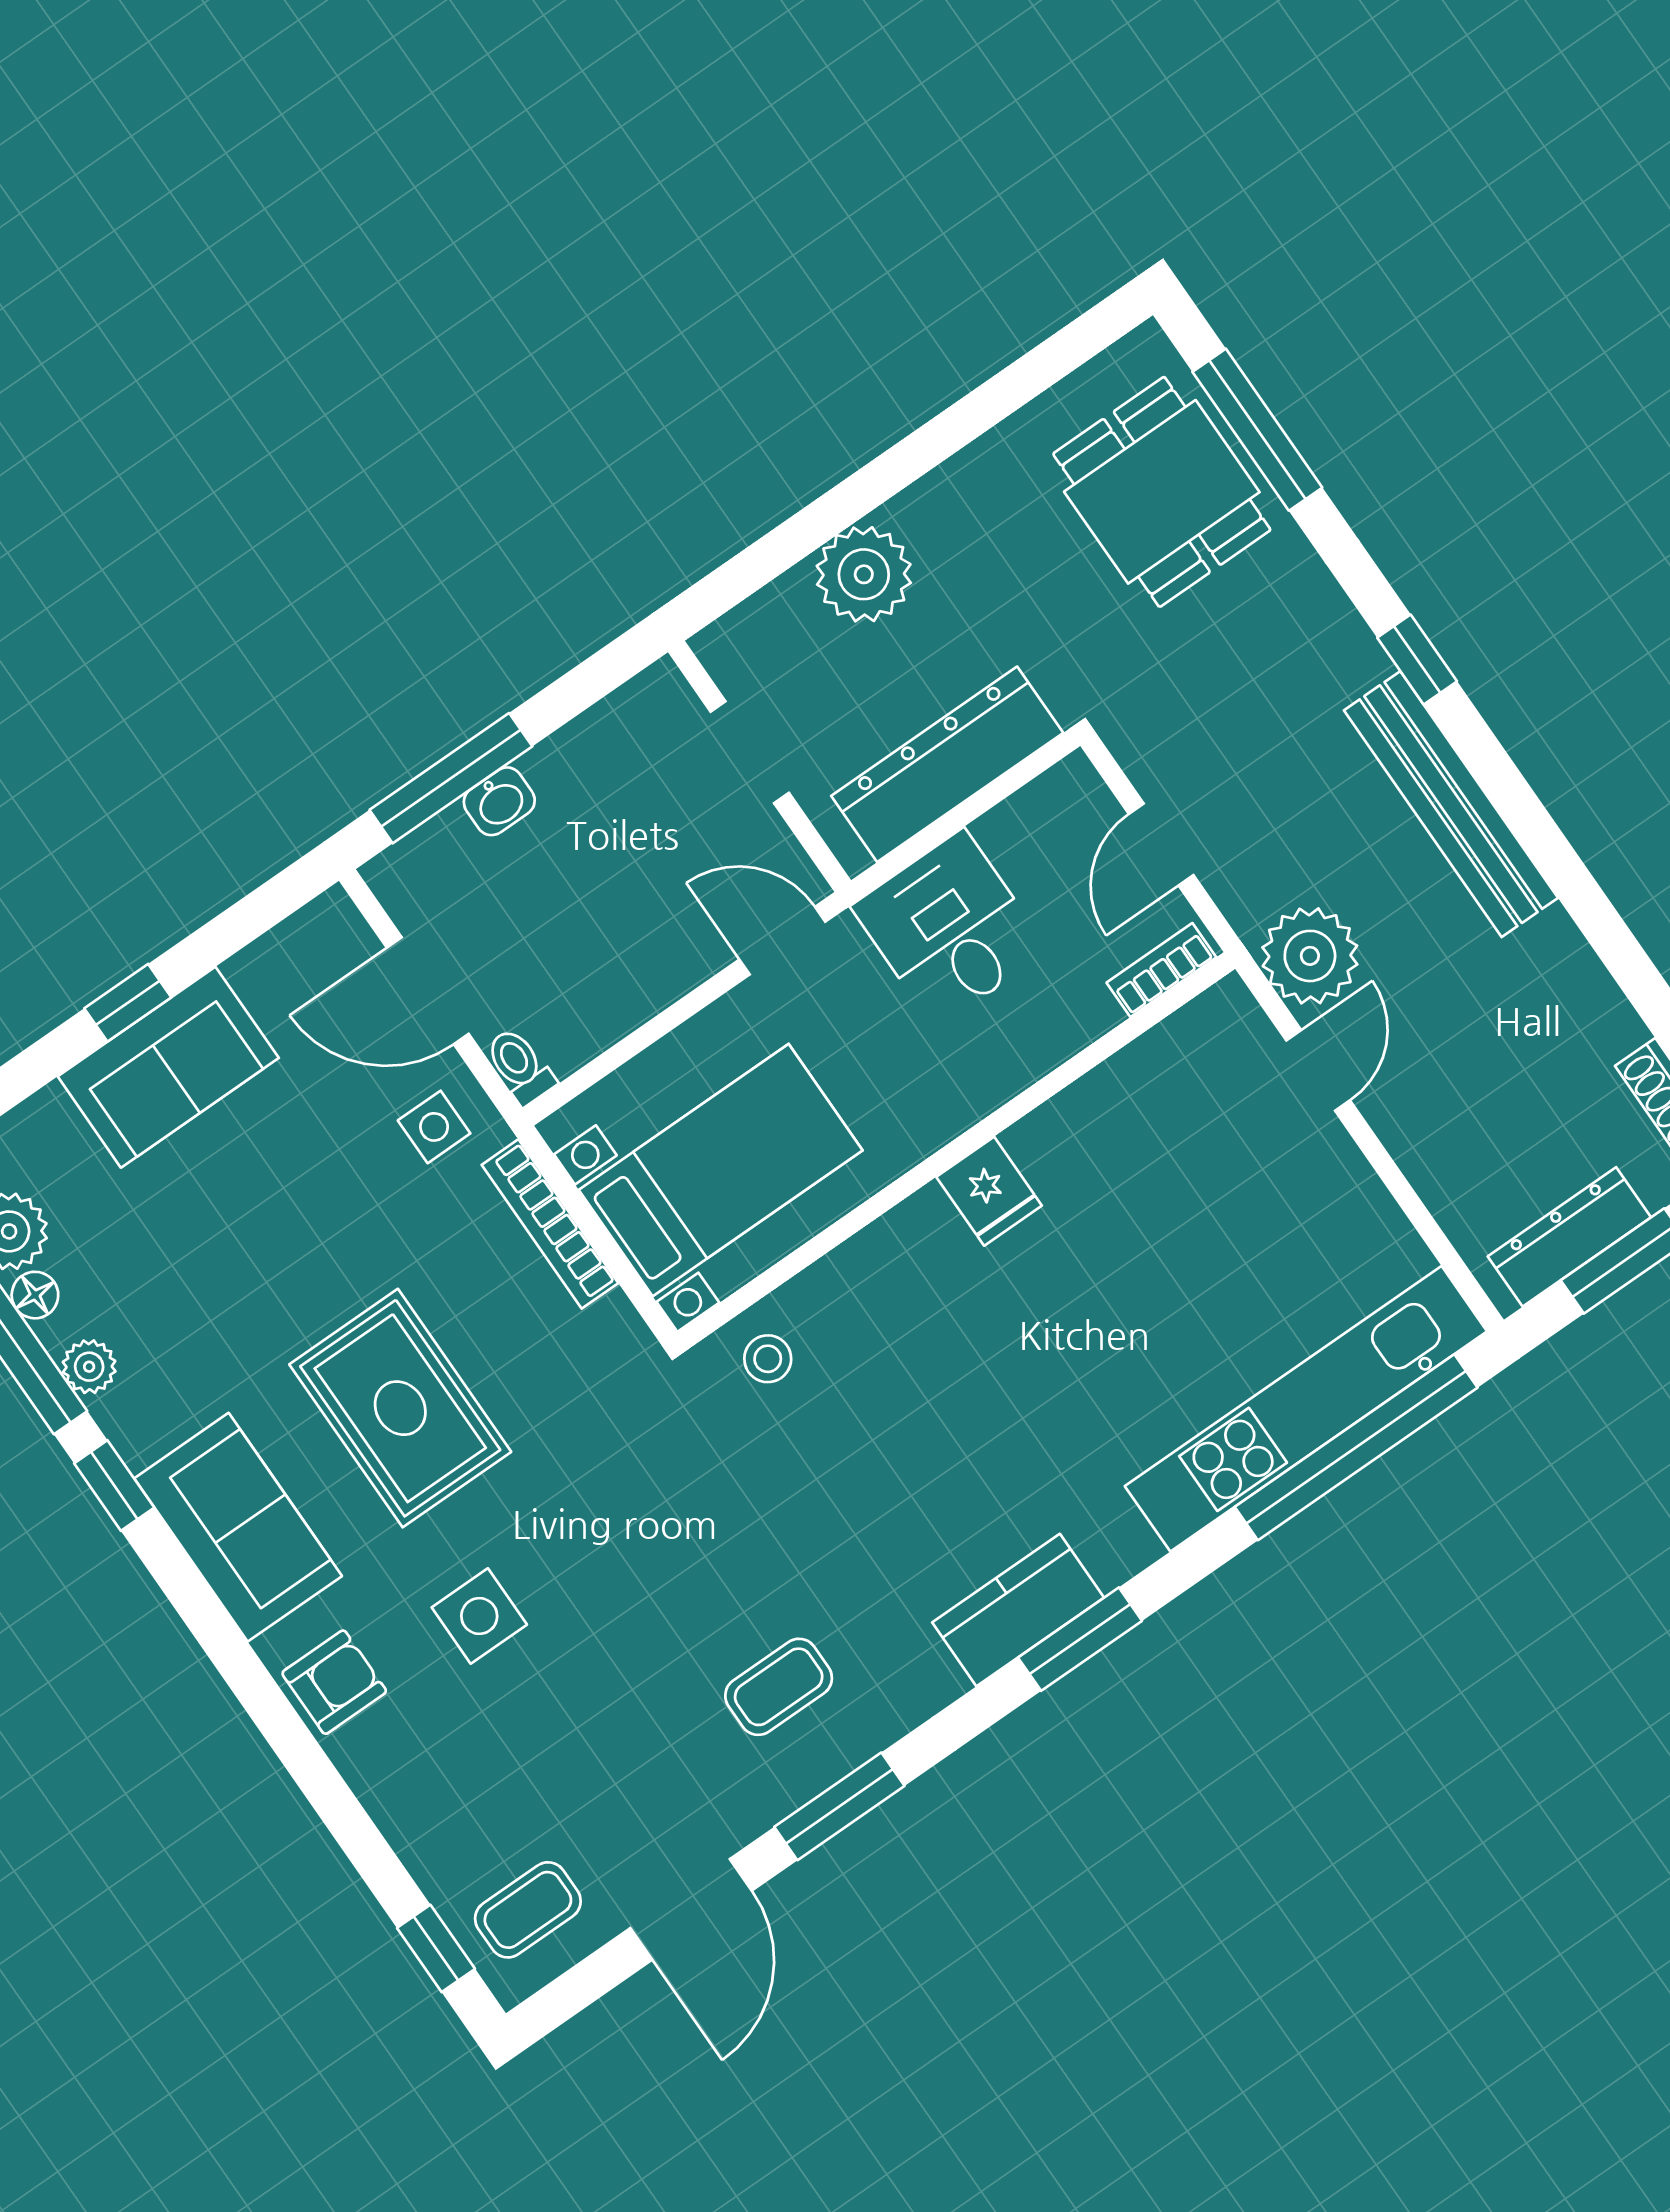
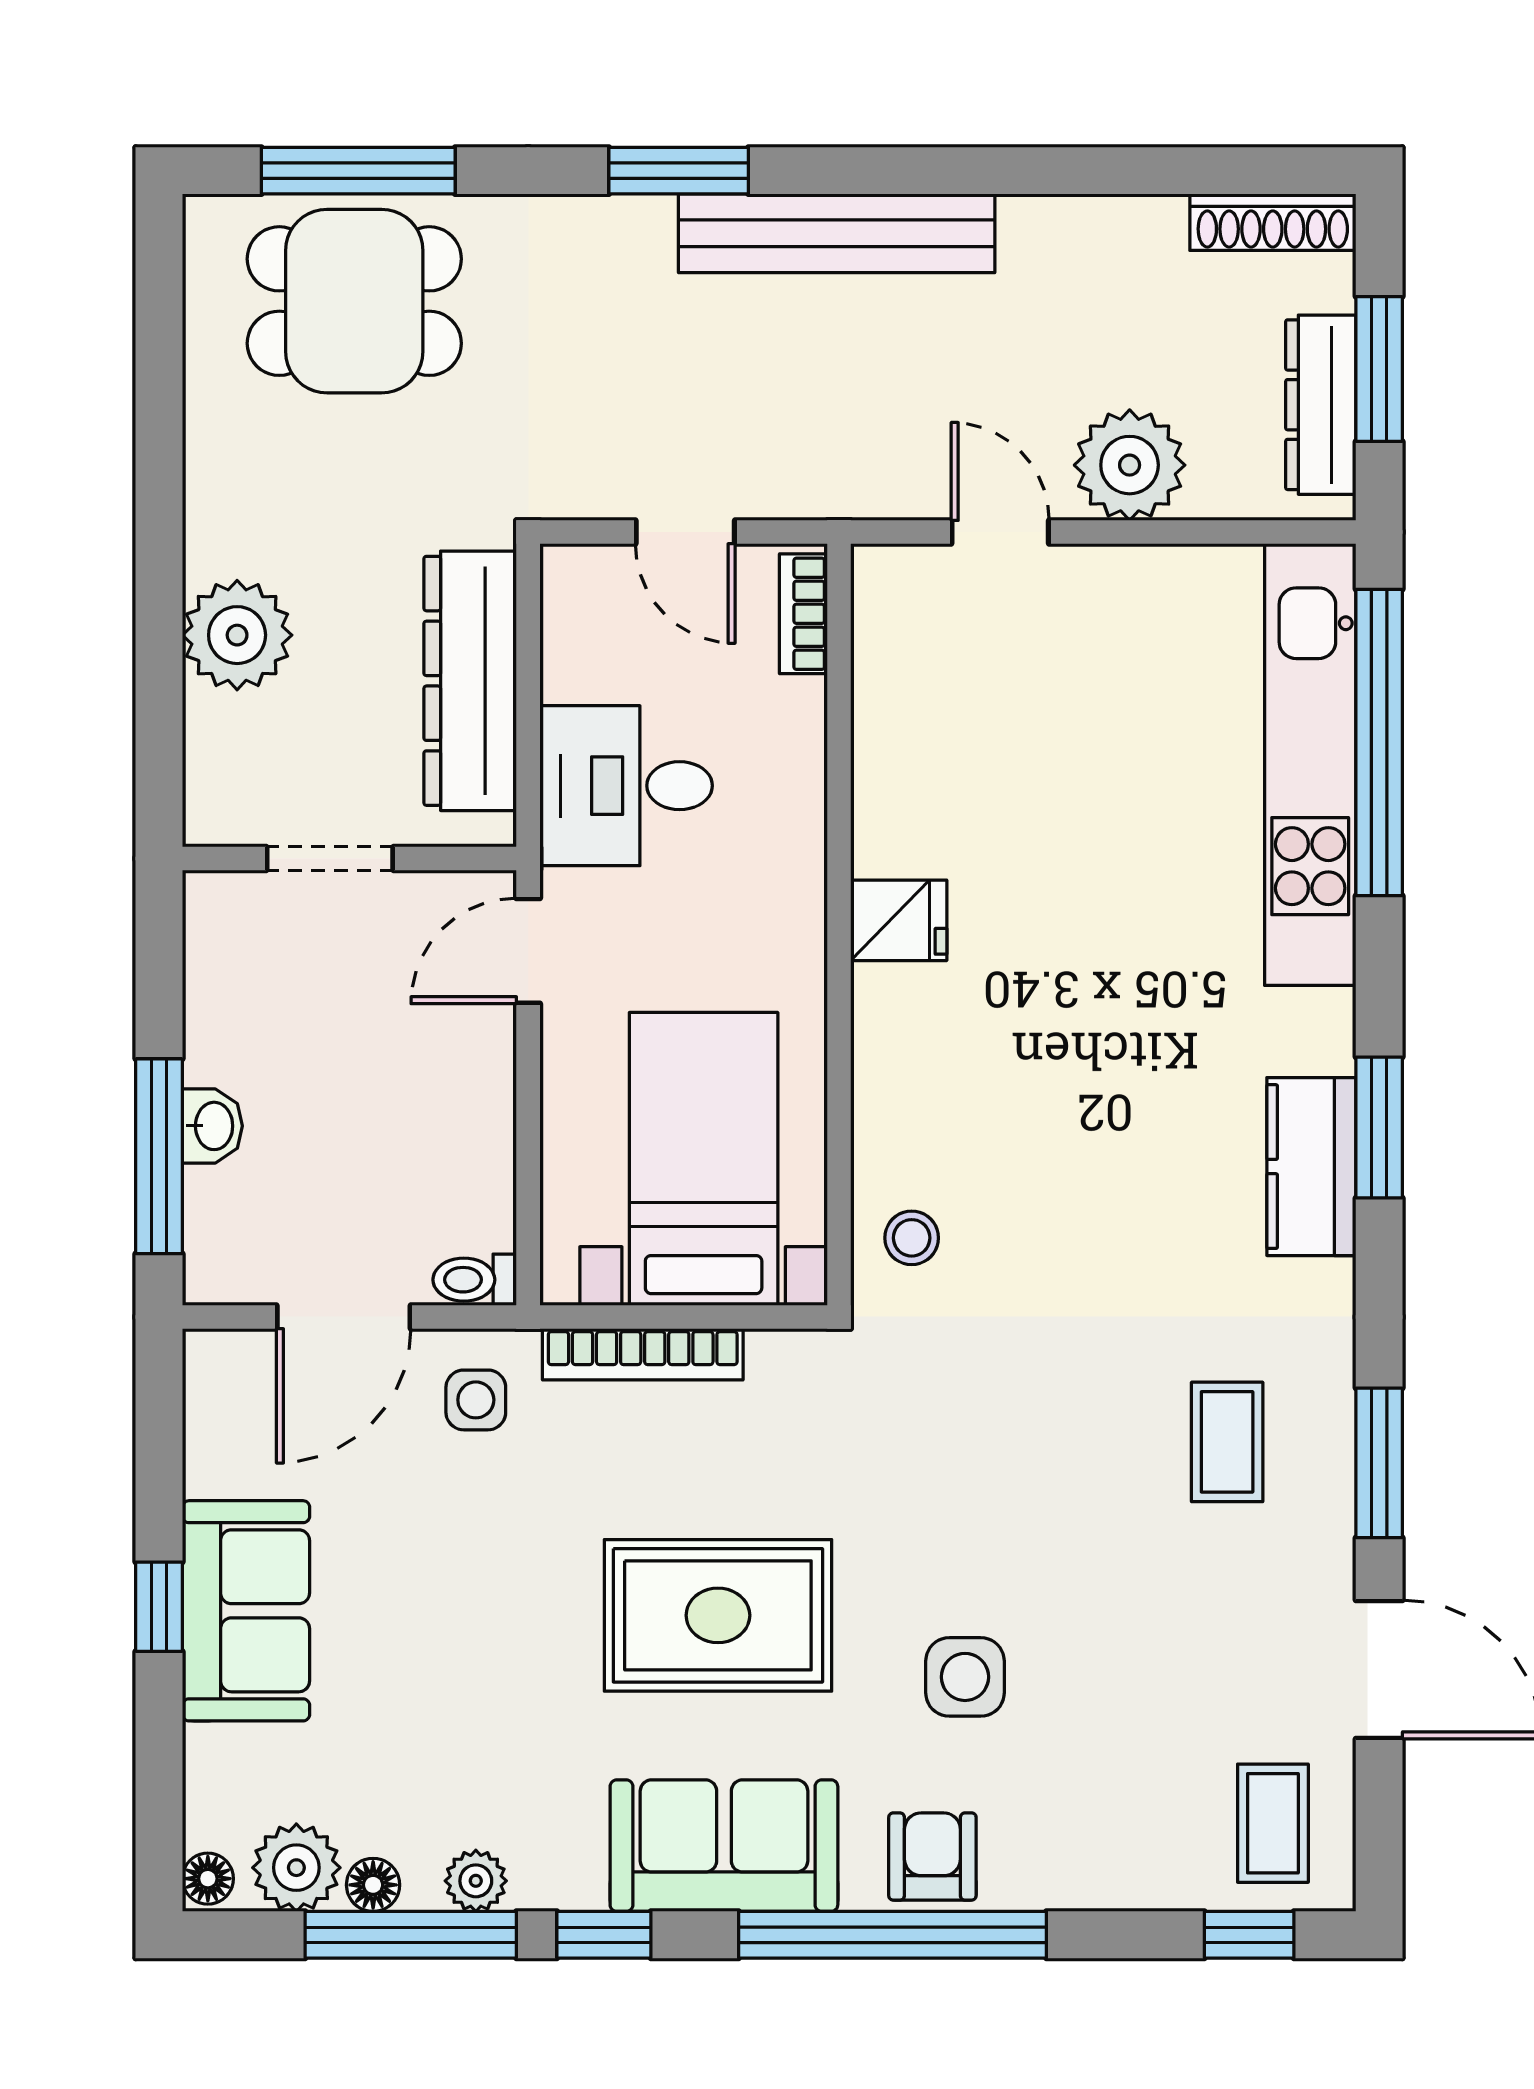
window: (1417, 660) -> (679, 171), width x1.50
plant: (1310, 956) -> (1130, 465), moved
window: (258, 1693) -> (892, 1935), added

